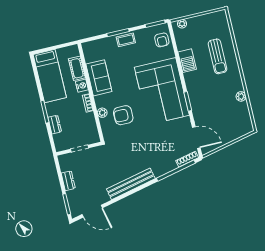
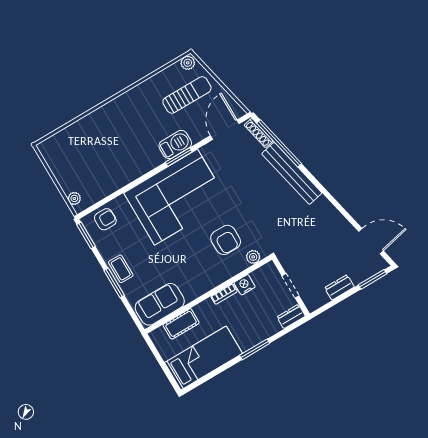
sun lounger: (218, 56) -> (187, 95), moved
barbecue: (187, 61) -> (175, 144), moved
sofa: (99, 78) -> (160, 304), moved
nightstand: (82, 86) -> (245, 285), moved
plant: (241, 96) -> (188, 63), moved
plant: (102, 113) -> (253, 257), moved
dresser: (55, 124) -> (291, 316), moved
bench: (131, 184) -> (292, 173), moved
door: (92, 211) -> (371, 241), hinge flipped

